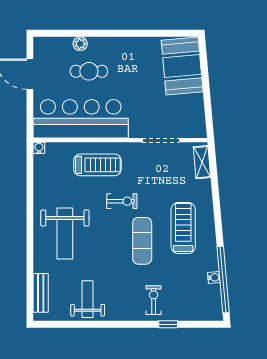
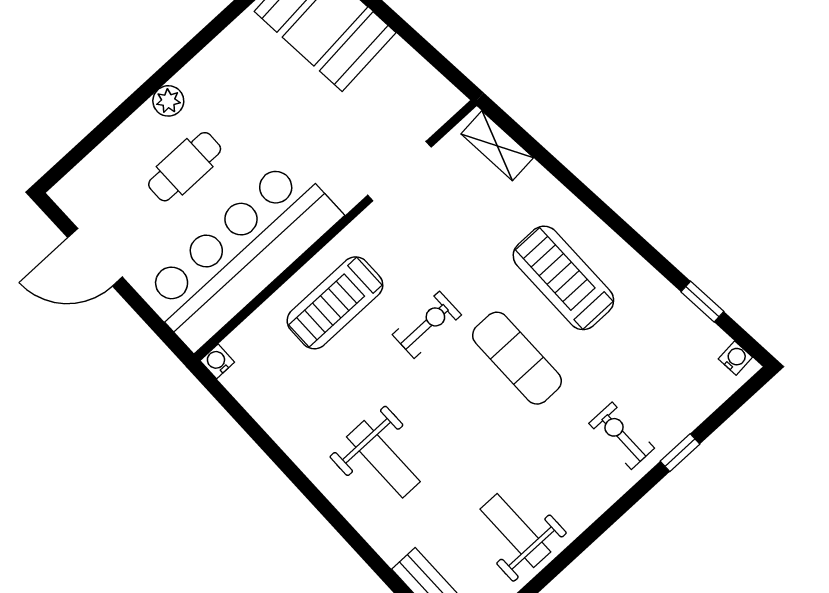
plant: (80, 44) -> (168, 101), moved
treadmill: (97, 165) -> (335, 303), turned 180
weight bench: (65, 233) -> (383, 459), width x0.73, depth x0.75
water cooler: (214, 277) -> (735, 358), moved
window: (223, 280) -> (702, 302), width x0.32

